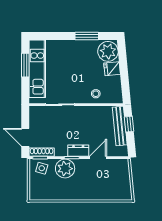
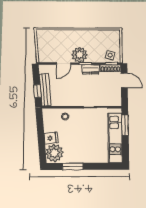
window: (25, 65) -> (125, 125), moved
dresser: (78, 151) -> (91, 69), moved
plant: (65, 169) -> (80, 55), moved

